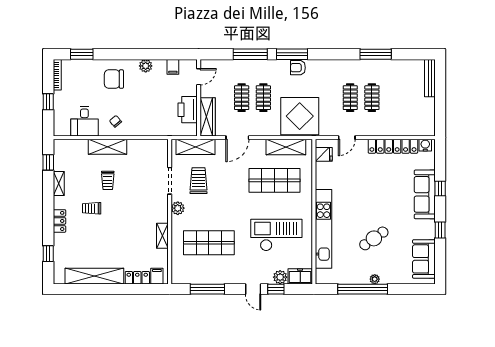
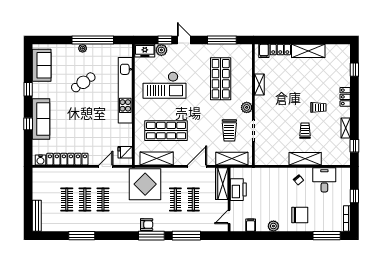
window: (82, 54) -> (327, 236), width x1.44
clothes rail: (394, 98) -> (67, 200), added
shop shelf: (209, 243) -> (221, 79), turned 90
shelving: (94, 276) -> (308, 51), width x0.68

